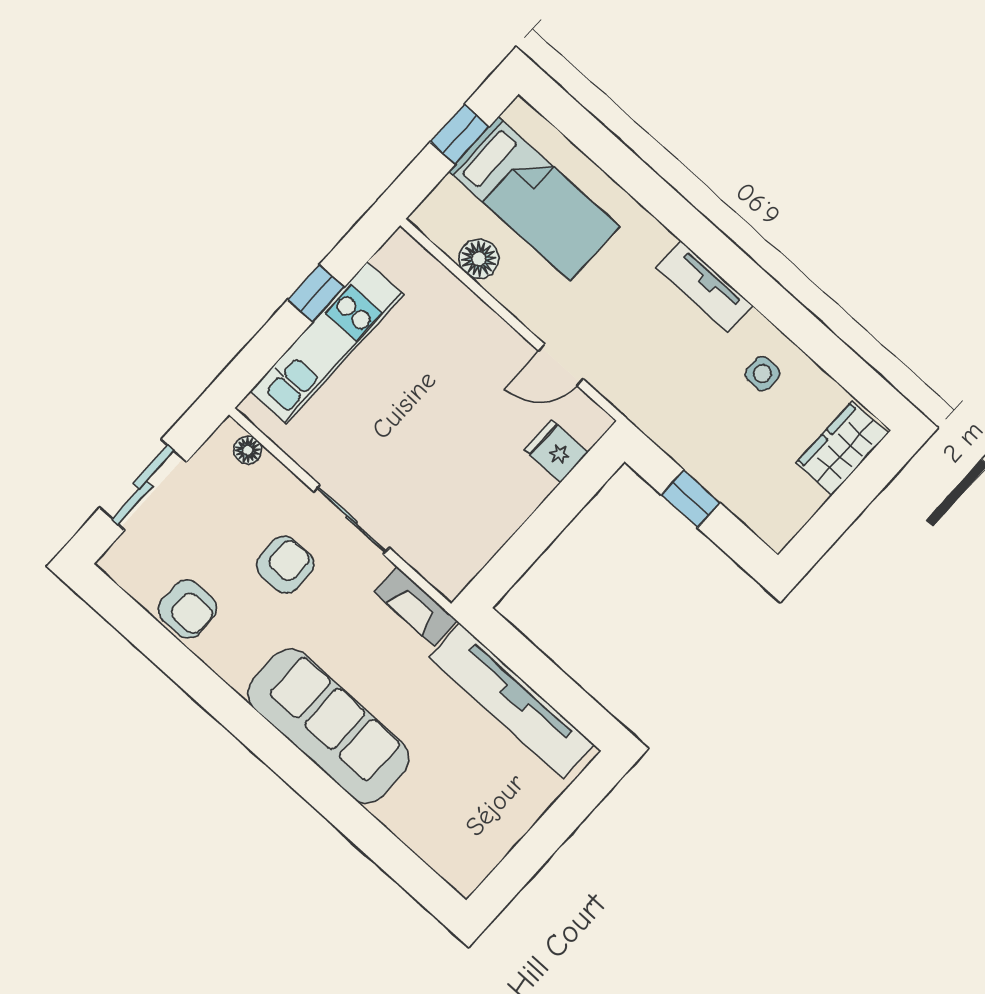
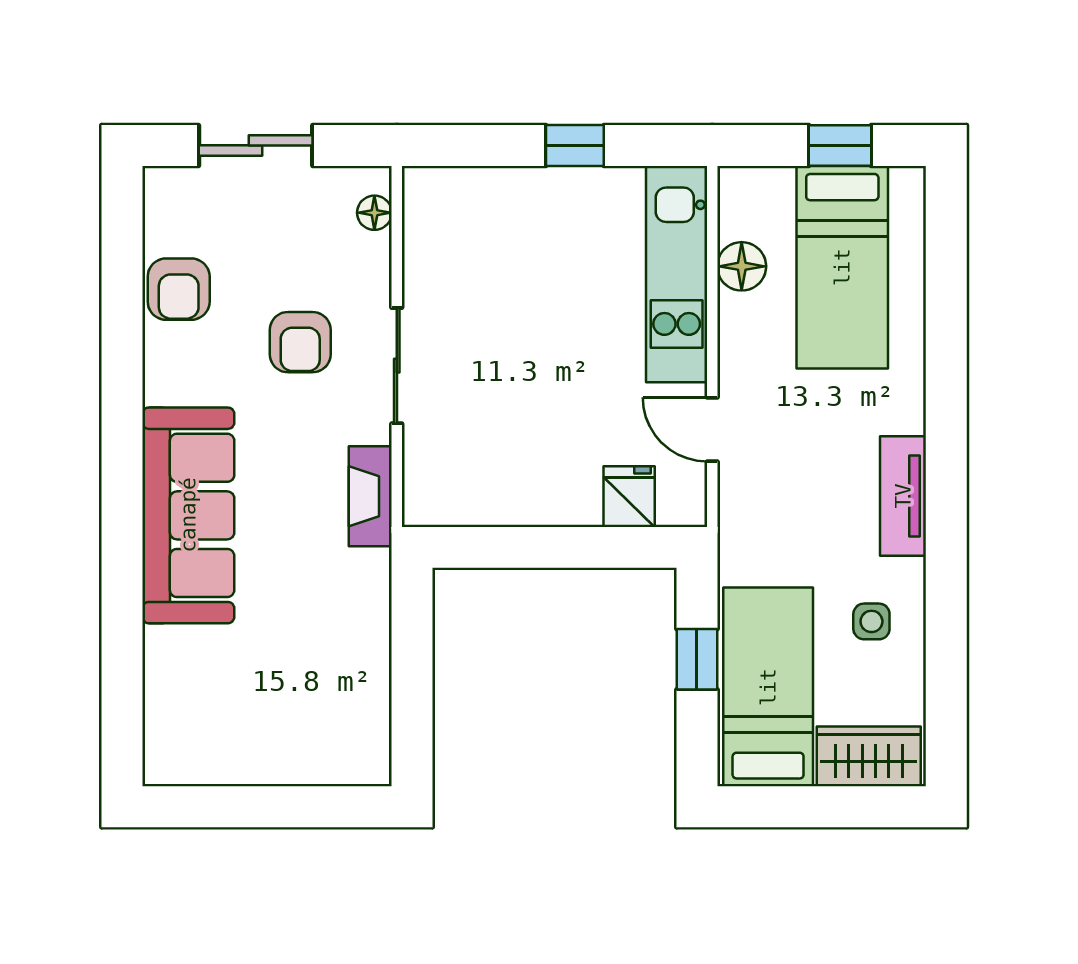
kitchen unit: (327, 343) -> (677, 274), moved, turned 90
bed: (746, 471) -> (768, 687), added
armchair: (285, 565) -> (300, 342), turned 90
tv unit: (511, 701) -> (363, 663), removed

